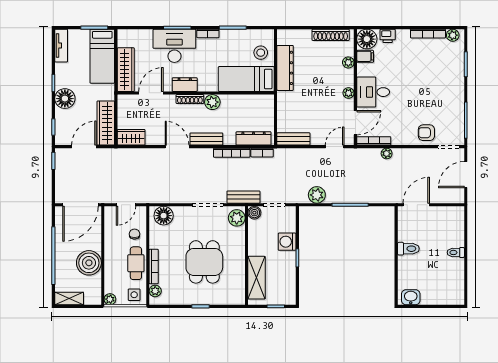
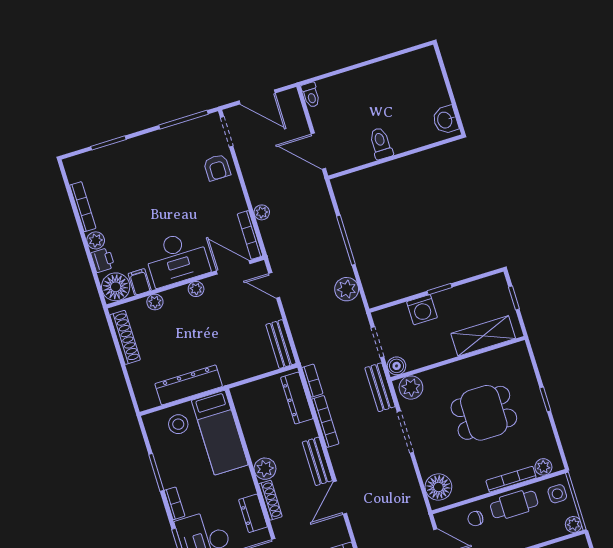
plant: (453, 35) -> (96, 240), moved
desk: (373, 92) -> (177, 259), width x1.37
toilet: (456, 252) -> (311, 95), moved

